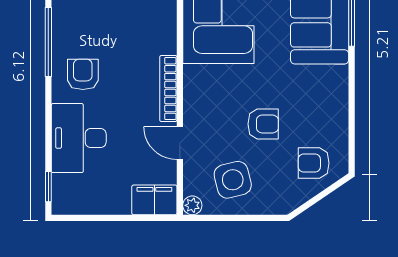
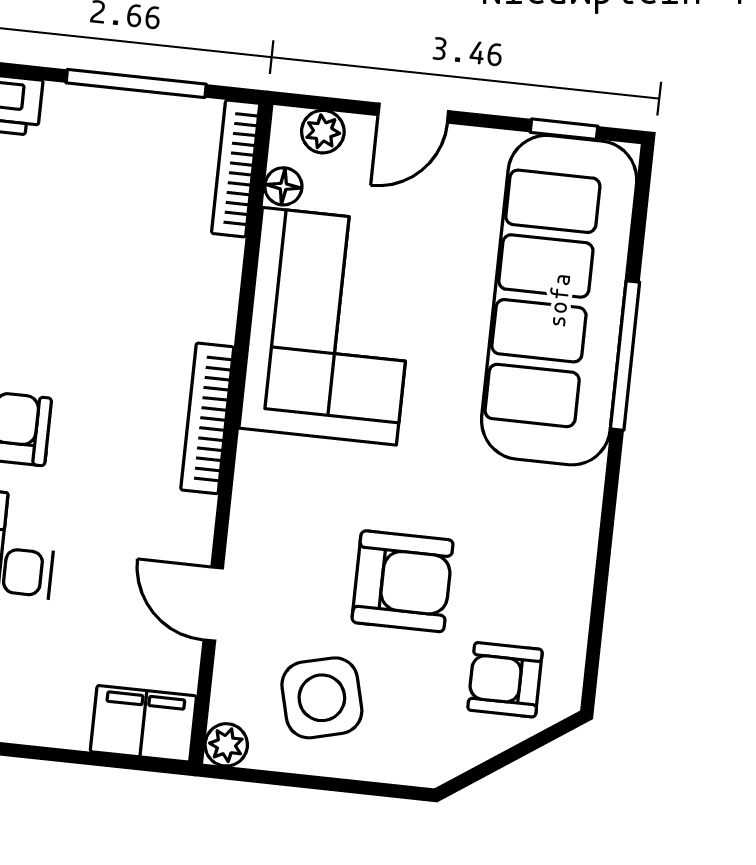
bookcase: (168, 89) -> (207, 418), moved
armchair: (263, 124) -> (403, 581), width x1.38, depth x1.38

